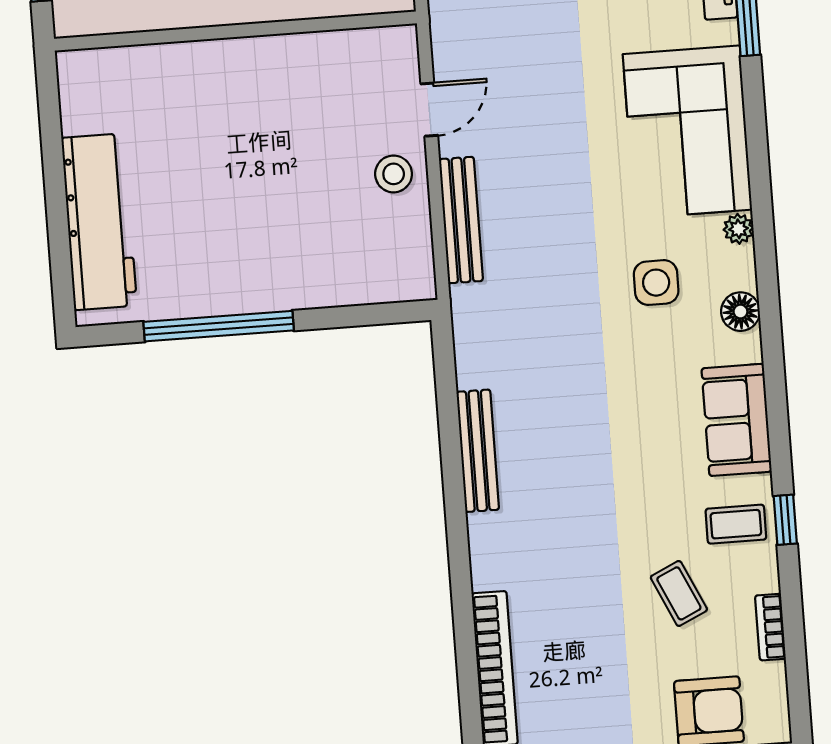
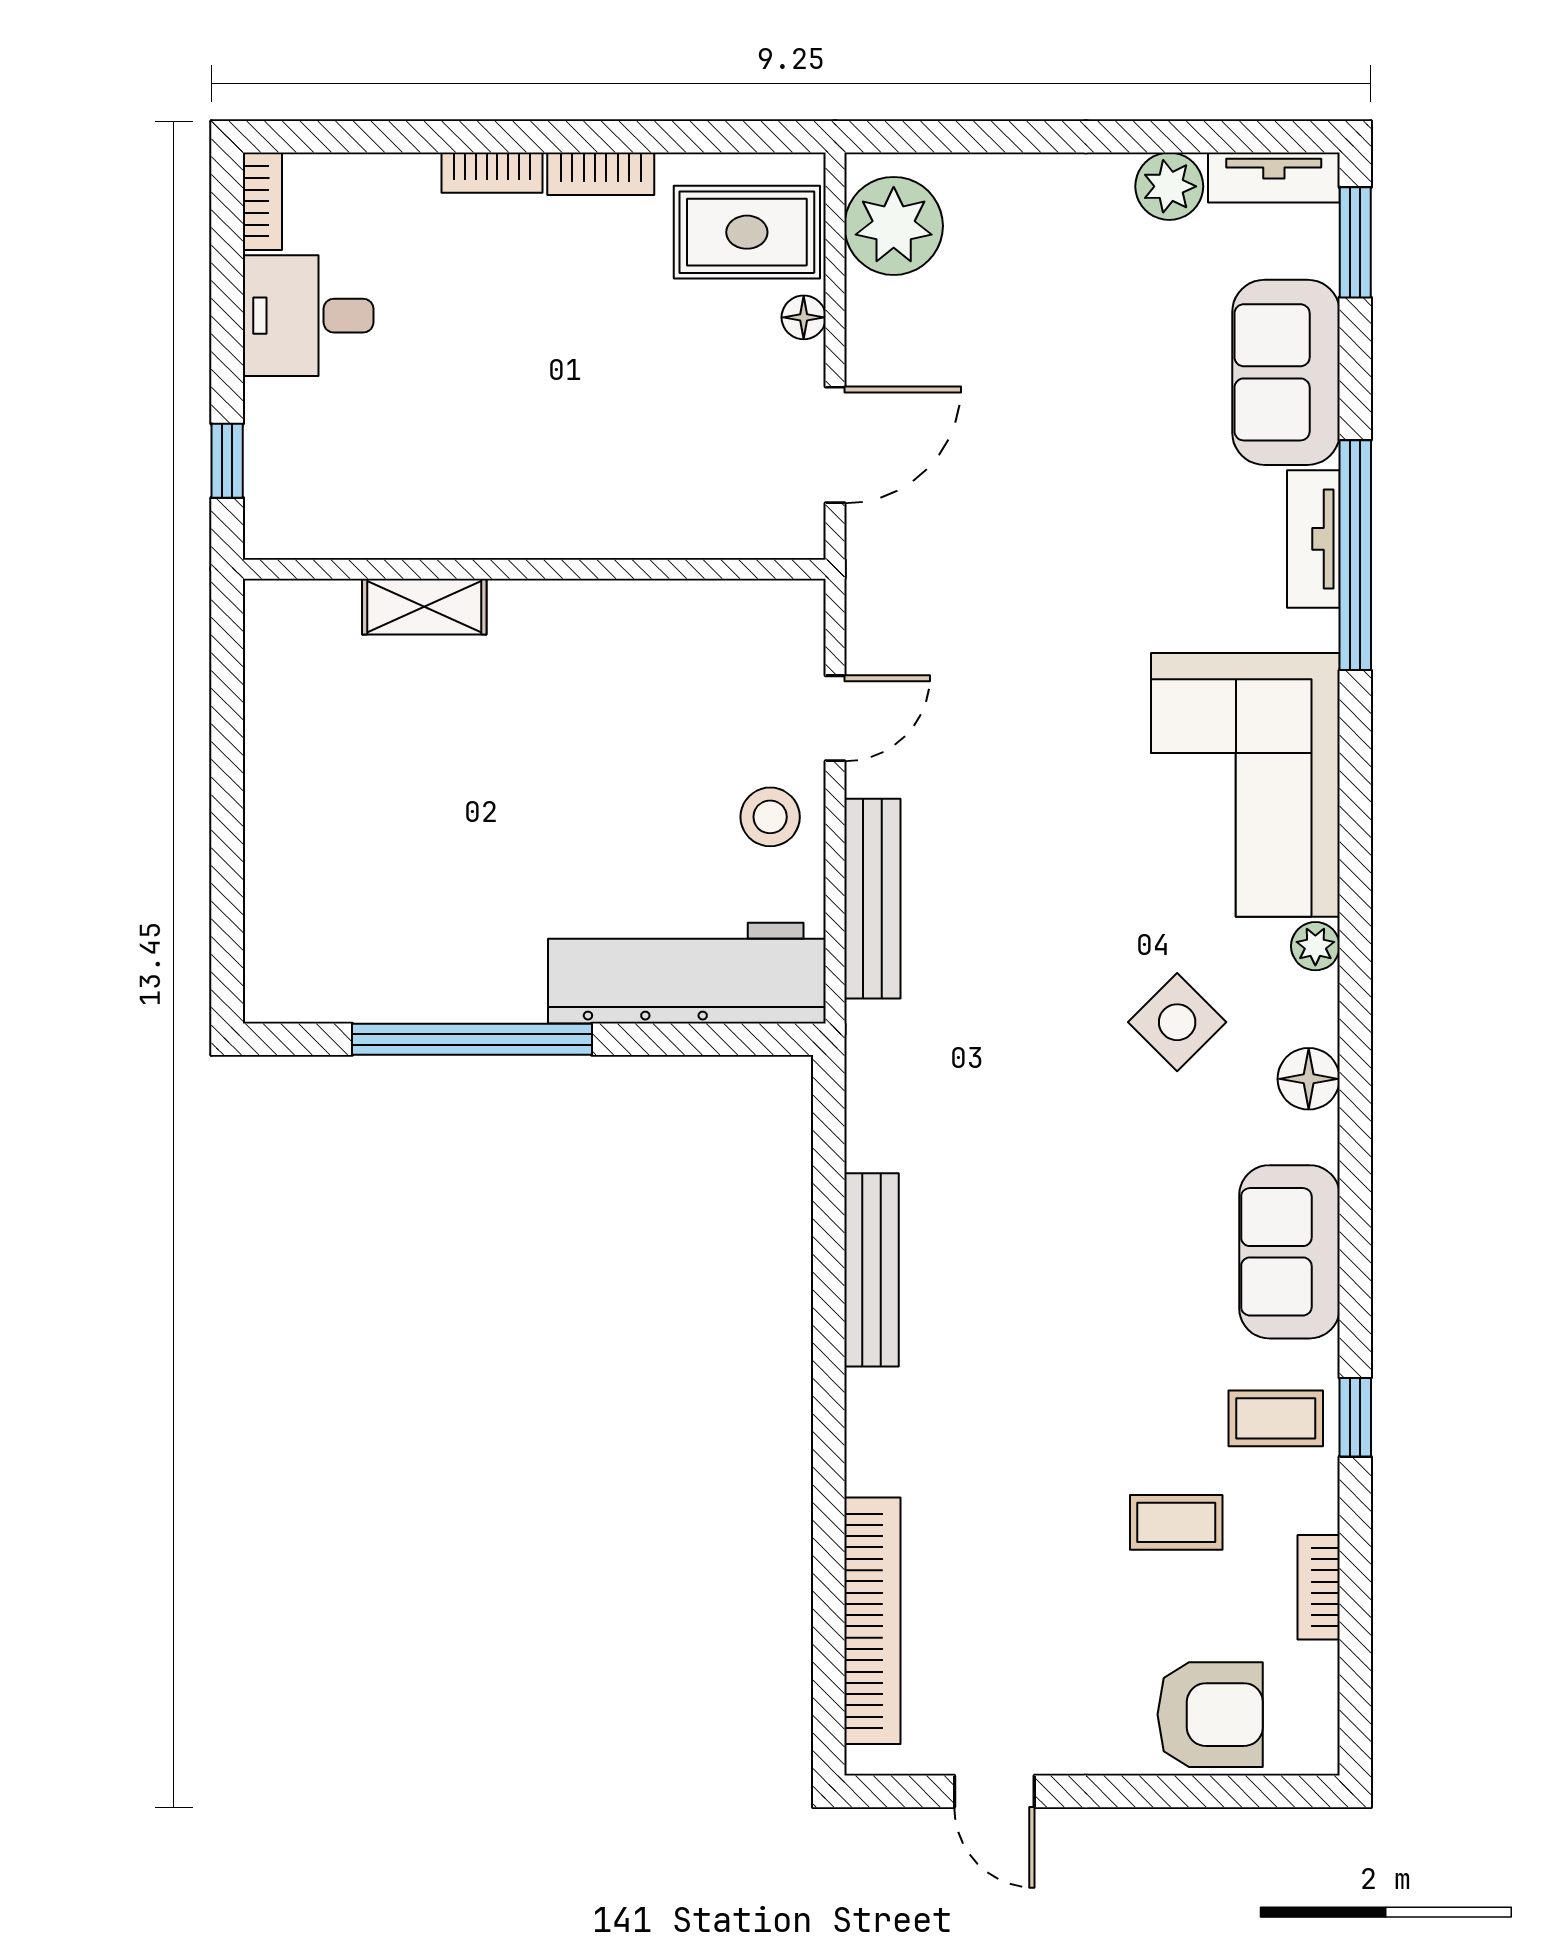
shelving: (169, 59) -> (424, 607), added
workbench: (99, 222) -> (687, 973), moved, turned -90
side table: (656, 283) -> (1177, 1022), turned 45
coffee table: (679, 593) -> (1176, 1522), turned -65

